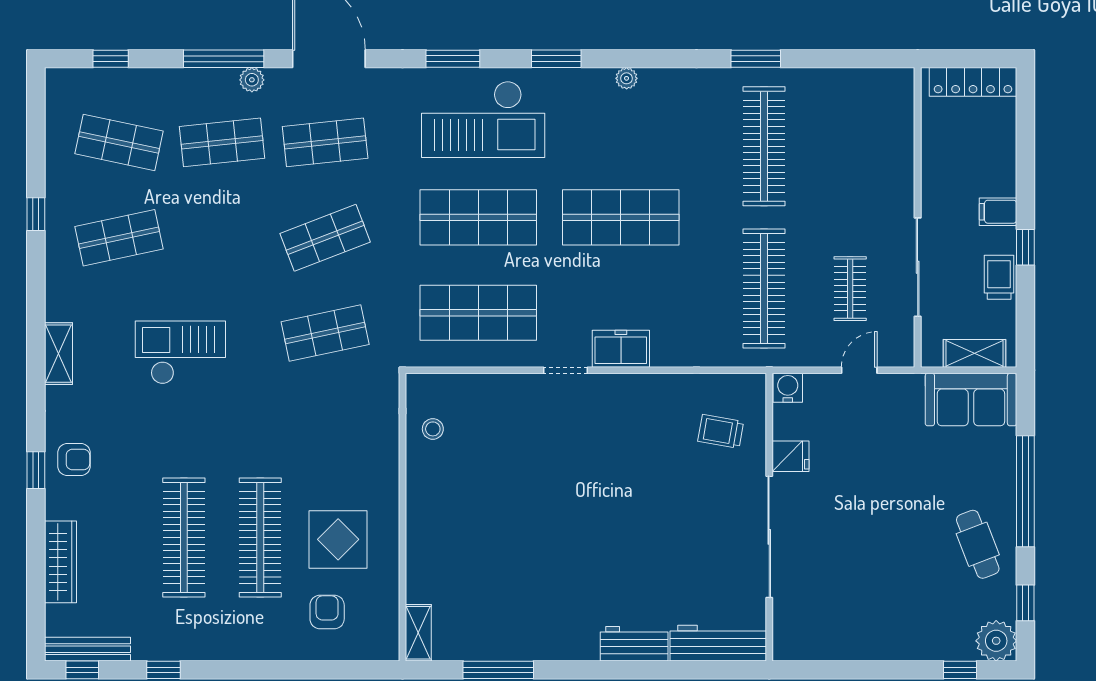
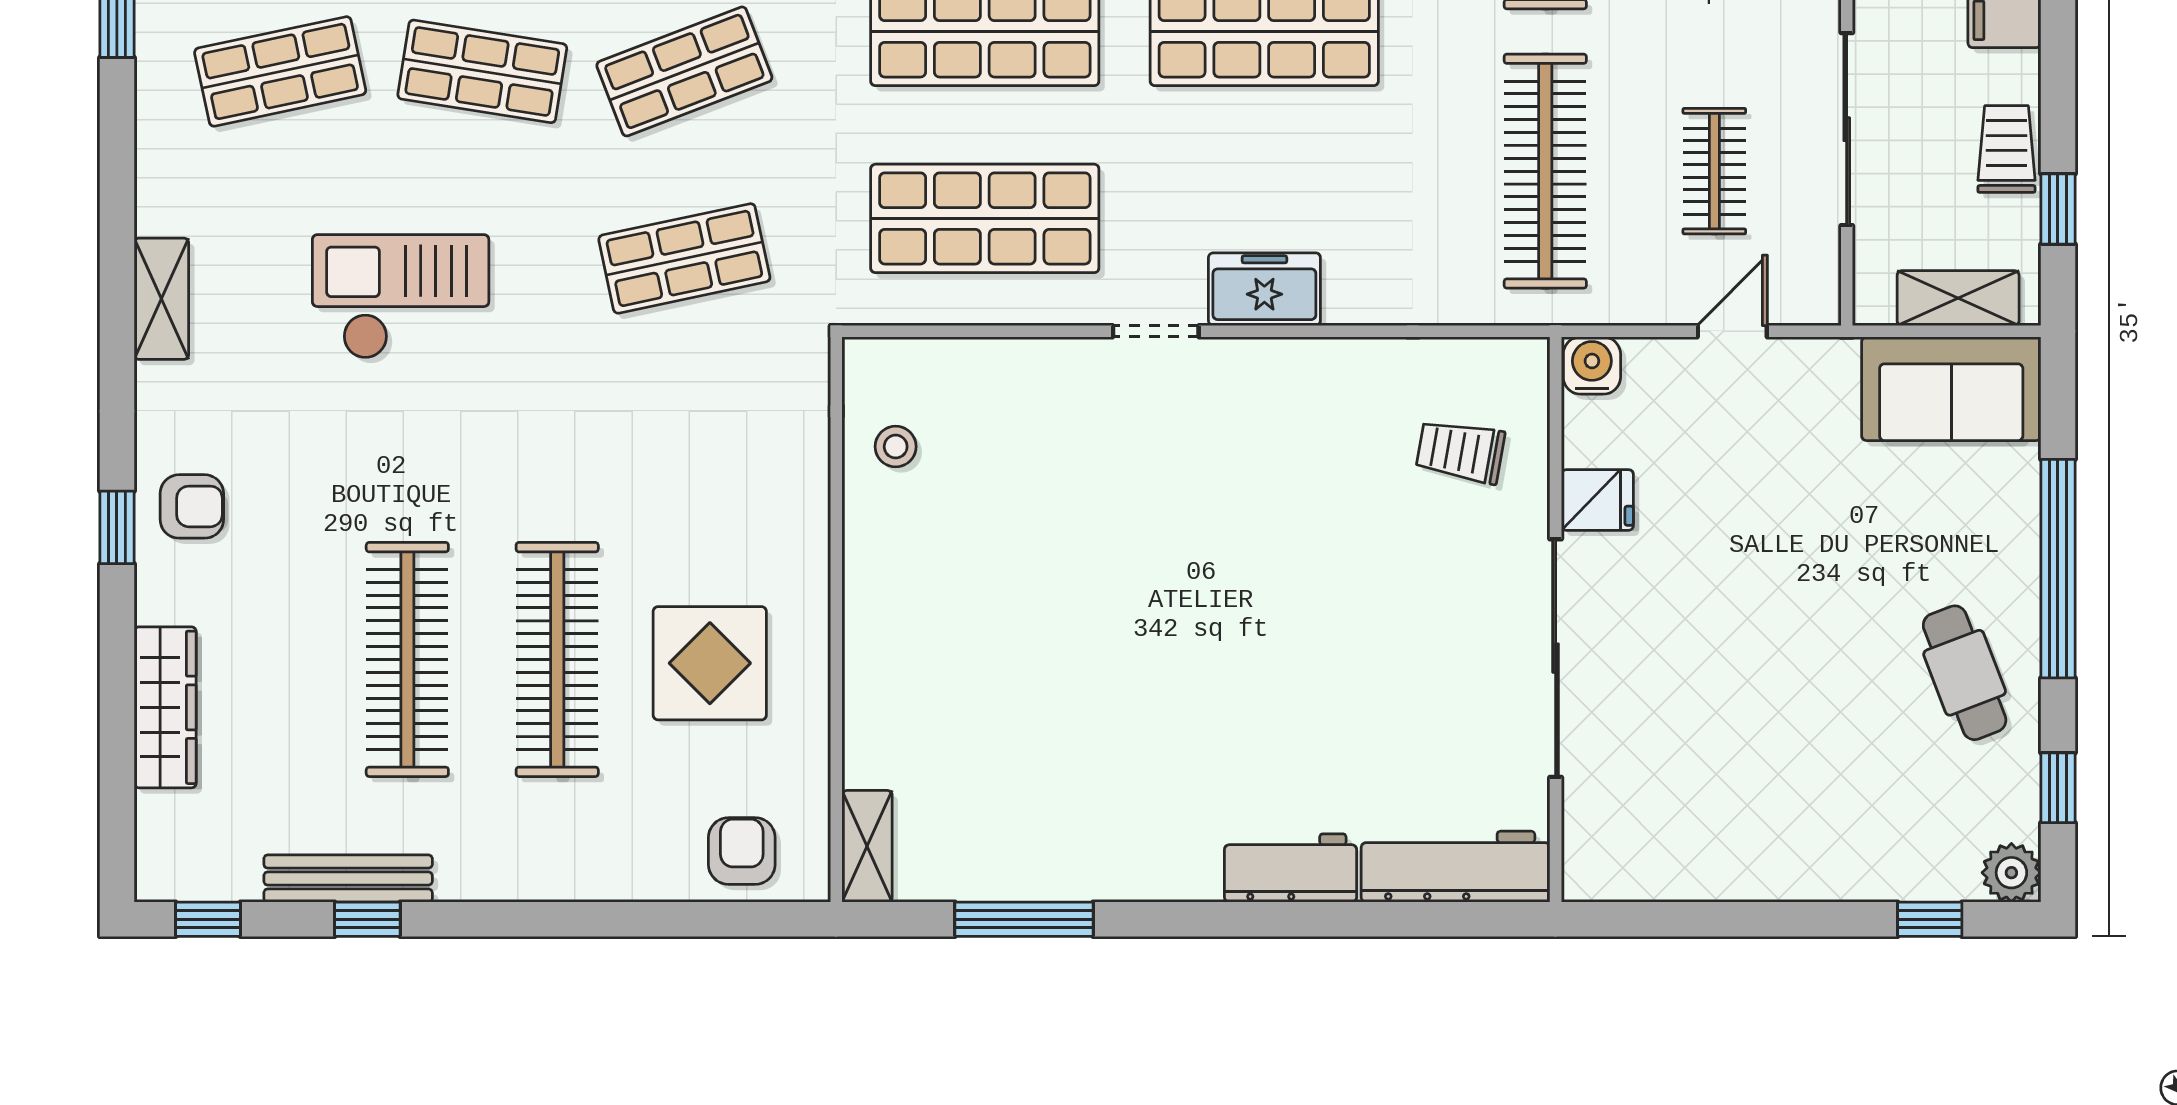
shop shelf: (222, 238) -> (482, 71), added
window: (1025, 247) -> (2058, 209), moved
armchair: (327, 612) -> (742, 851), moved
plant: (996, 641) -> (2011, 873), width x0.73, depth x0.73
bench: (87, 649) -> (348, 879), moved

